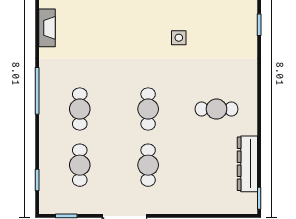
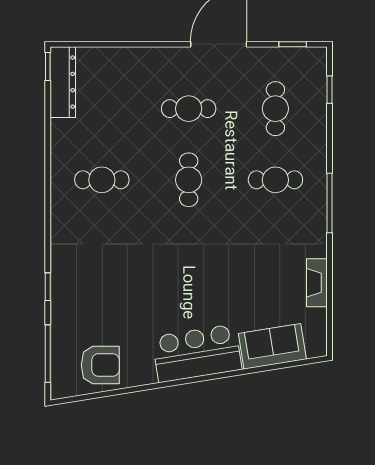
side table: (179, 38) -> (150, 270), removed
cafe table: (80, 109) -> (275, 180), turned 90
dresser: (247, 164) -> (63, 82), moved
cafe table: (148, 165) -> (189, 109), turned 90

